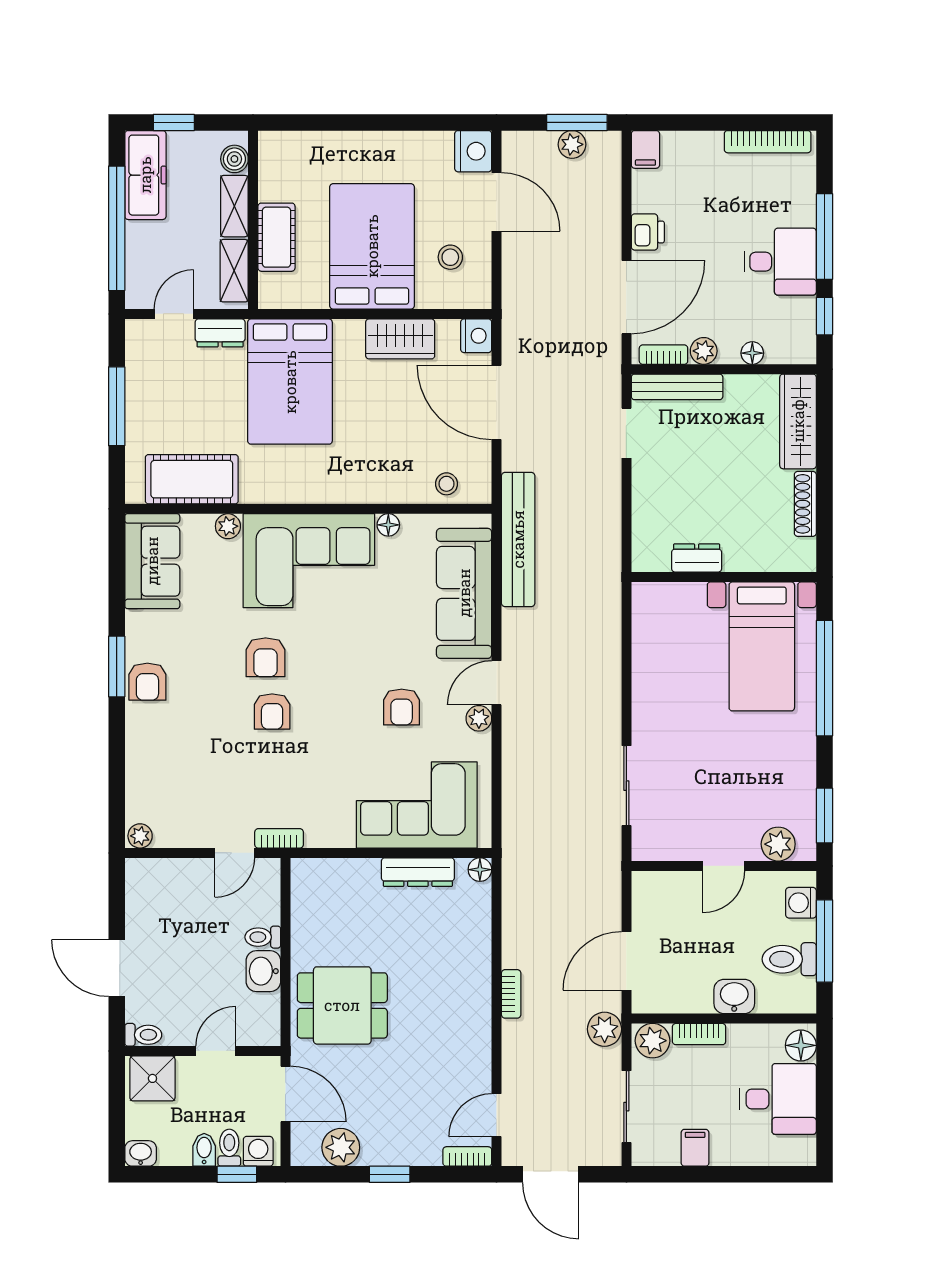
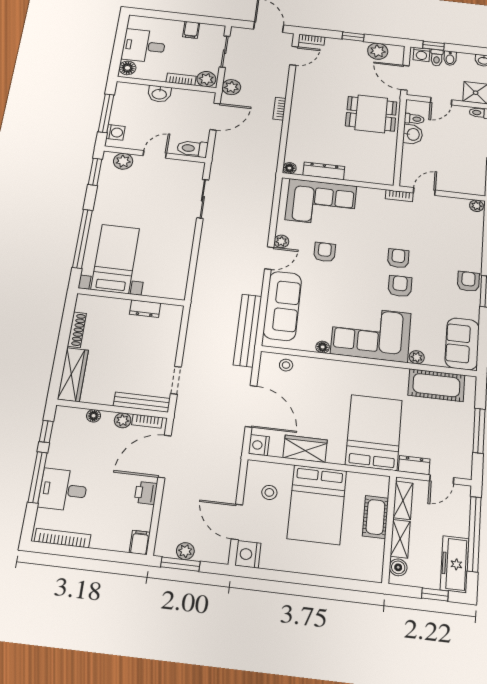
desk: (780, 262) -> (63, 490), moved
toilet: (263, 937) -> (414, 119), moved
toilet: (789, 959) -> (192, 149), moved, turned 180

